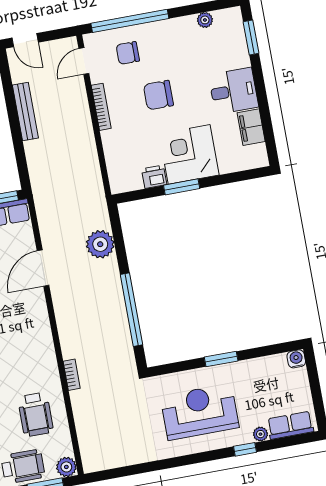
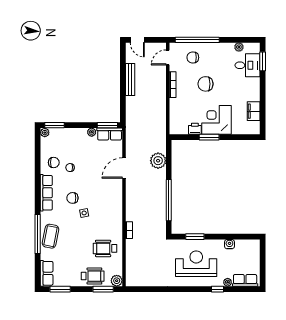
desk: (234, 91) -> (248, 65), moved
window: (221, 359) -> (195, 237), moved
water cooler: (296, 359) -> (229, 244), moved
wheelchair: (36, 414) -> (105, 248), turned 90

